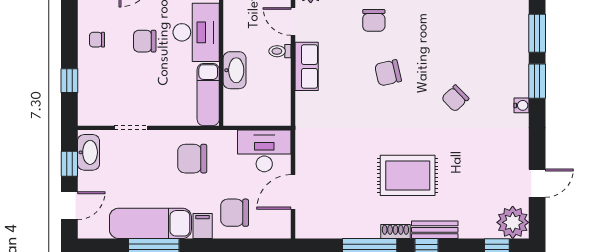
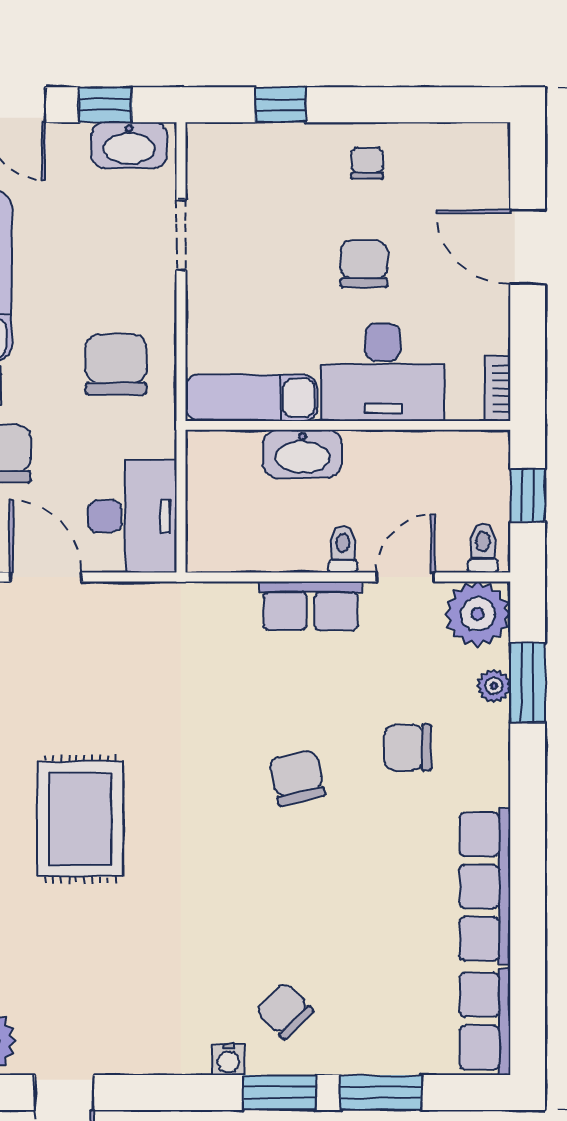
chair: (455, 98) -> (285, 1011), moved

